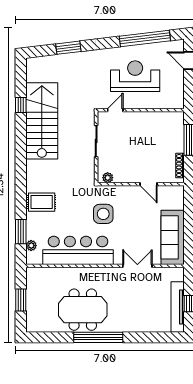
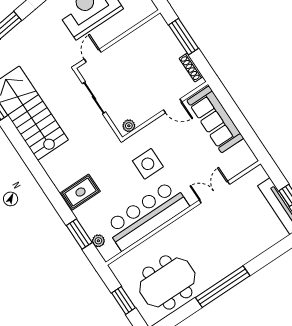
sofa: (173, 237) -> (215, 119), moved
meeting table: (83, 310) -> (167, 282), moved

